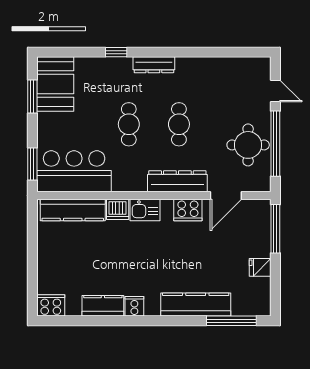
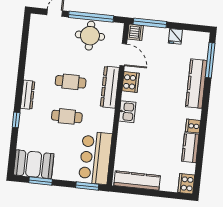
dishwasher: (118, 209) -> (135, 32), moved
kitchen counter: (73, 210) -> (137, 181), moved, turned -90

